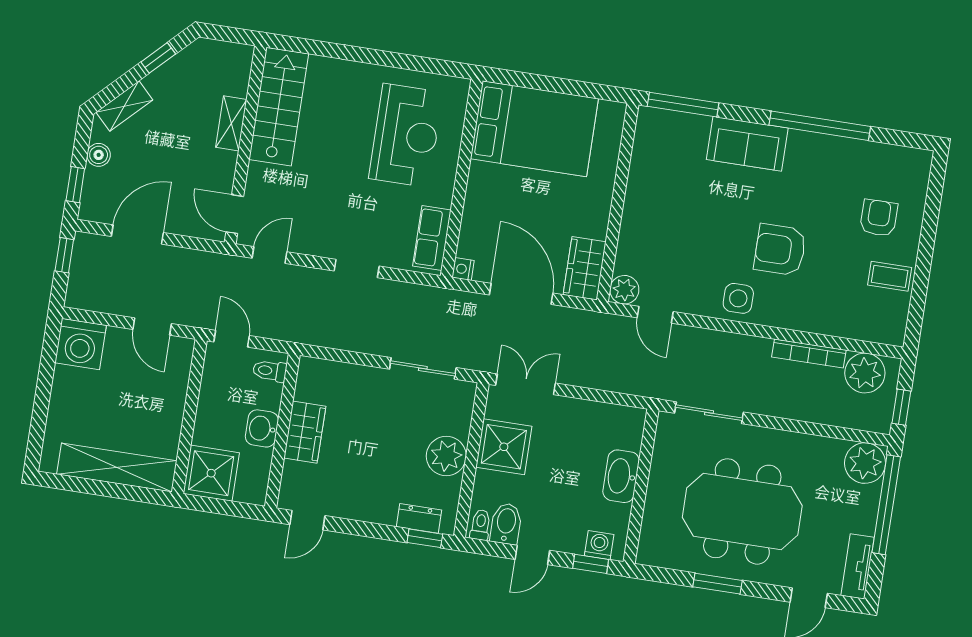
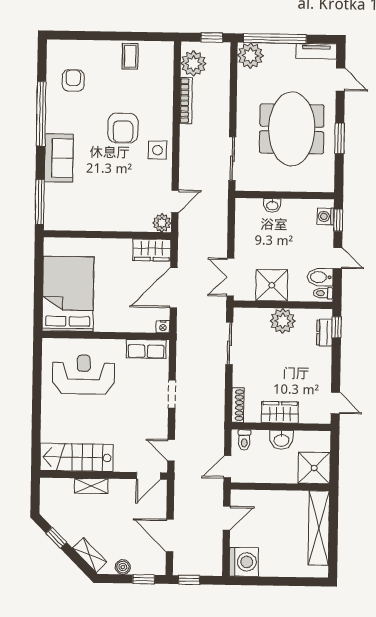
armchair: (879, 218) -> (73, 80), moved, turned 90
shoe rack: (325, 368) -> (238, 405), added
washbasin: (621, 476) -> (272, 205), width x0.52, depth x0.69

